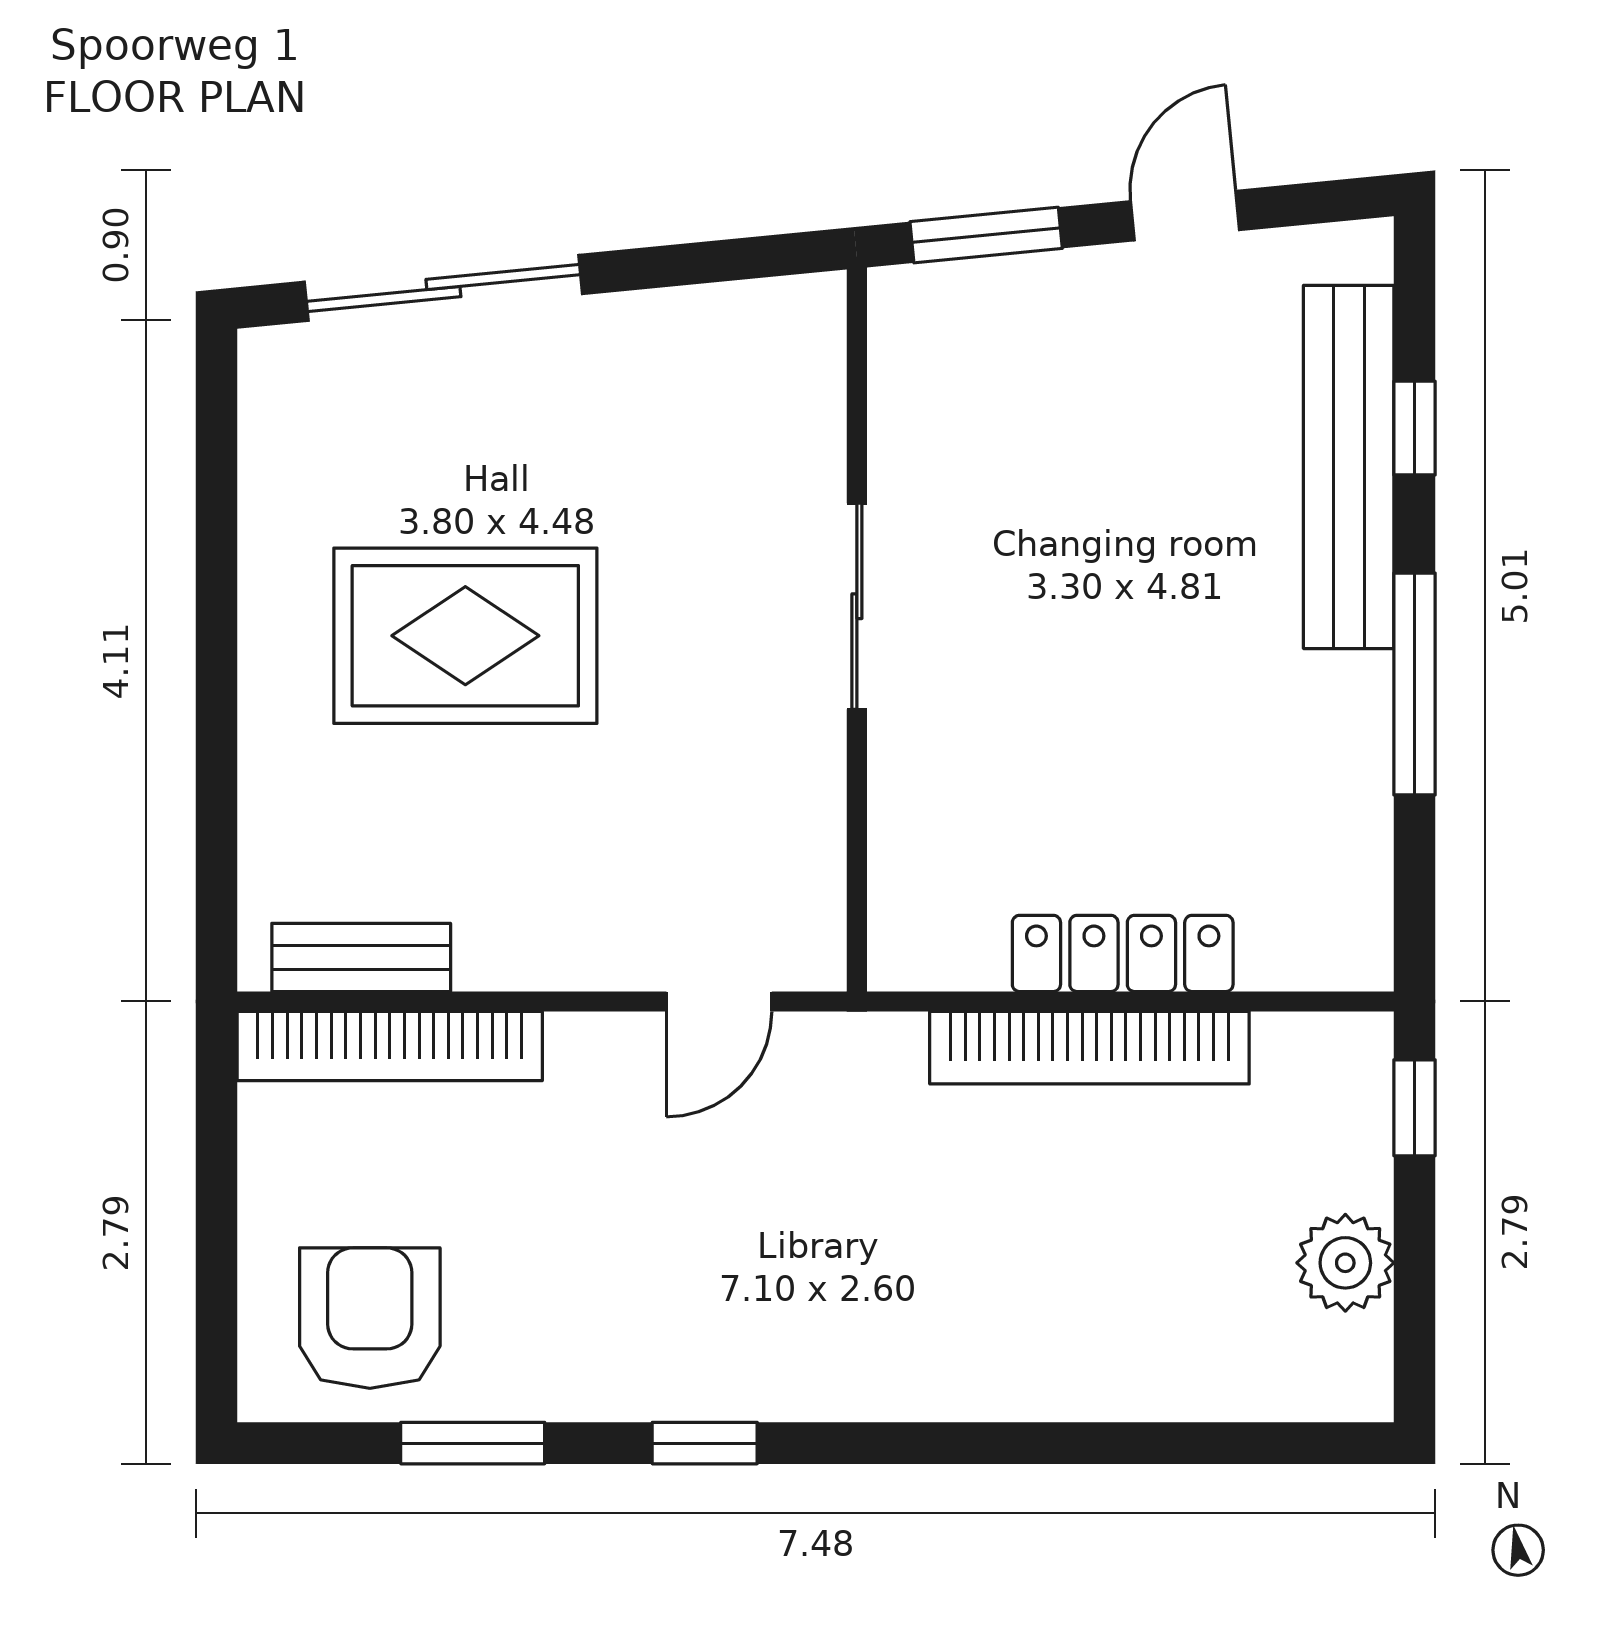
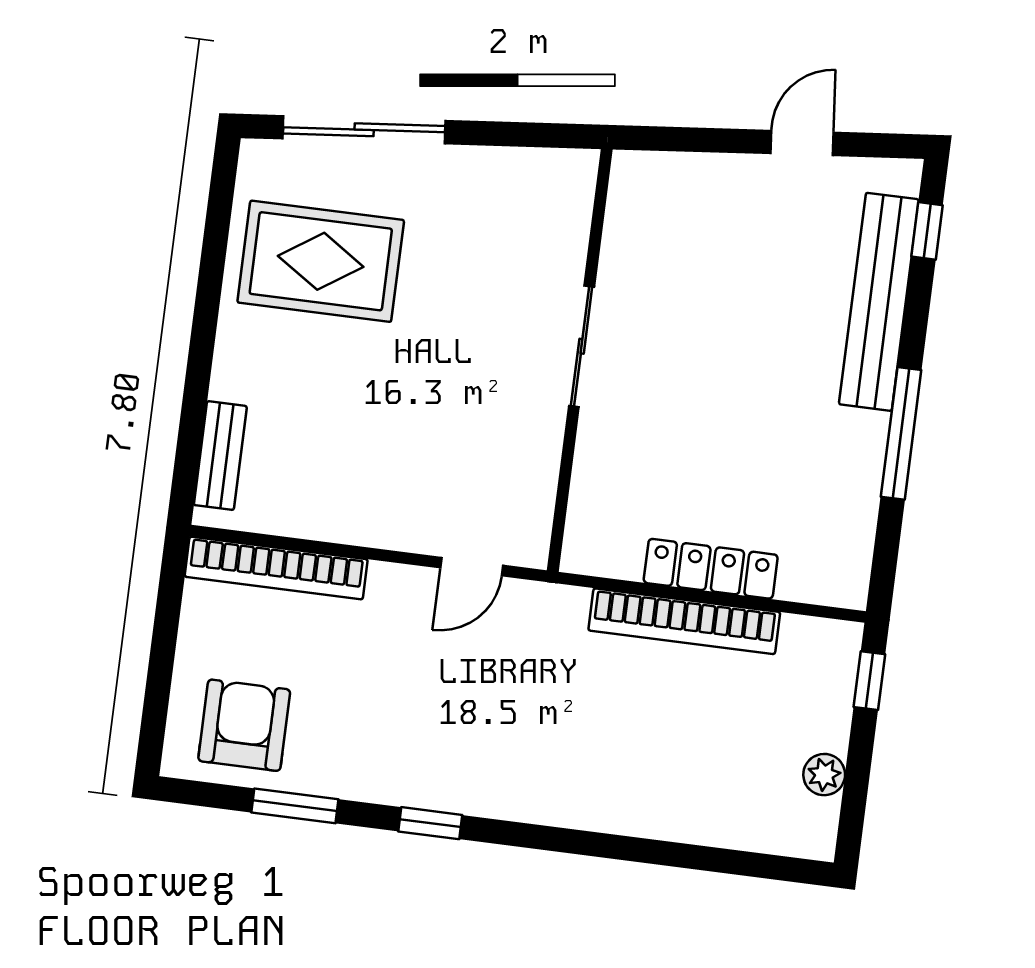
window: (986, 235) -> (685, 139), removed
window: (1415, 428) -> (927, 231), moved
rug: (465, 636) -> (321, 261), moved
bench: (361, 957) -> (220, 456), moved, turned 90
plant: (1345, 1263) -> (824, 775), width x0.73, depth x0.73

